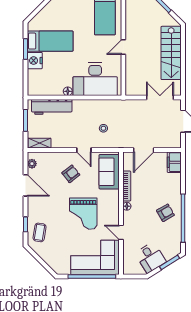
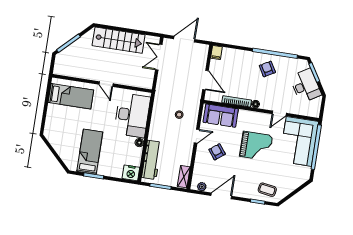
nightstand: (35, 61) -> (131, 173), moved
filing cabinet: (174, 162) -> (216, 52), width x0.50
desk: (151, 258) -> (305, 86), width x1.37

